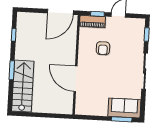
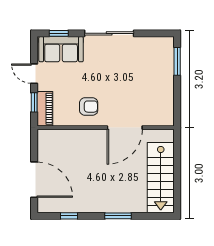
door: (60, 12) -> (34, 180), moved
armchair: (103, 48) -> (89, 107), moved
stairs: (23, 86) -> (161, 178), moved, turned -90
sofa: (124, 108) -> (61, 49), moved, turned -90

